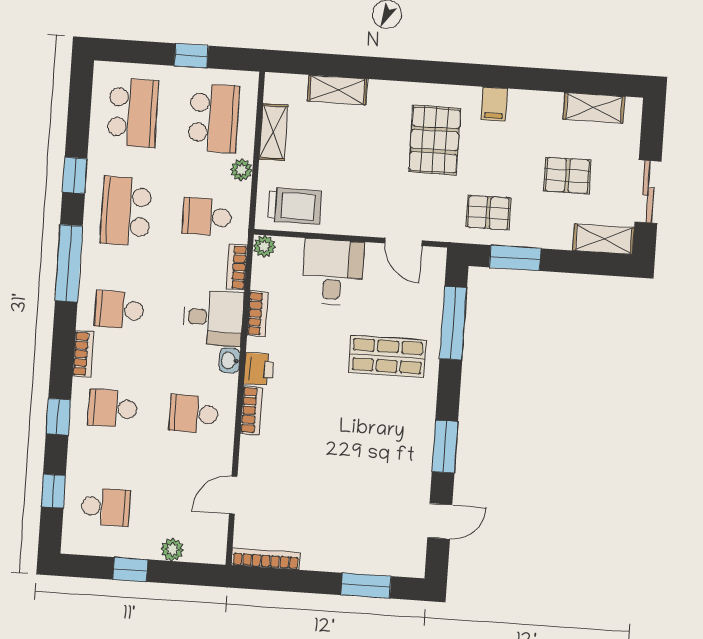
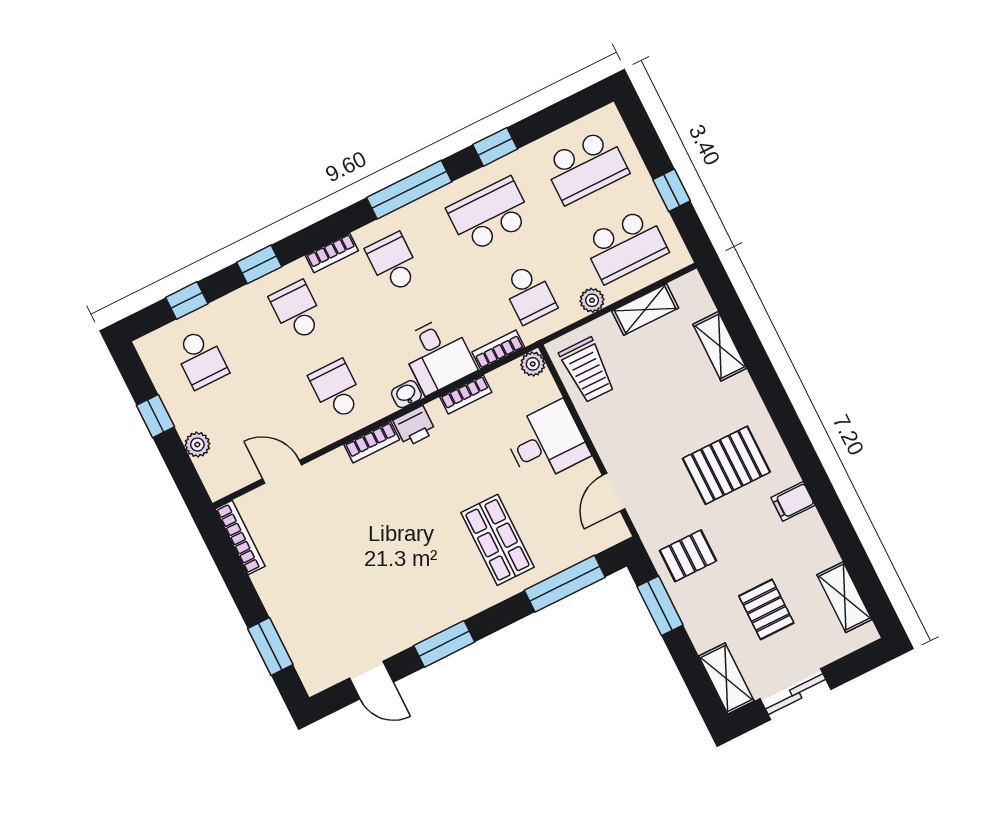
pallet: (488, 213) -> (688, 556), turned 90
school desk: (207, 217) -> (529, 294), turned 180

